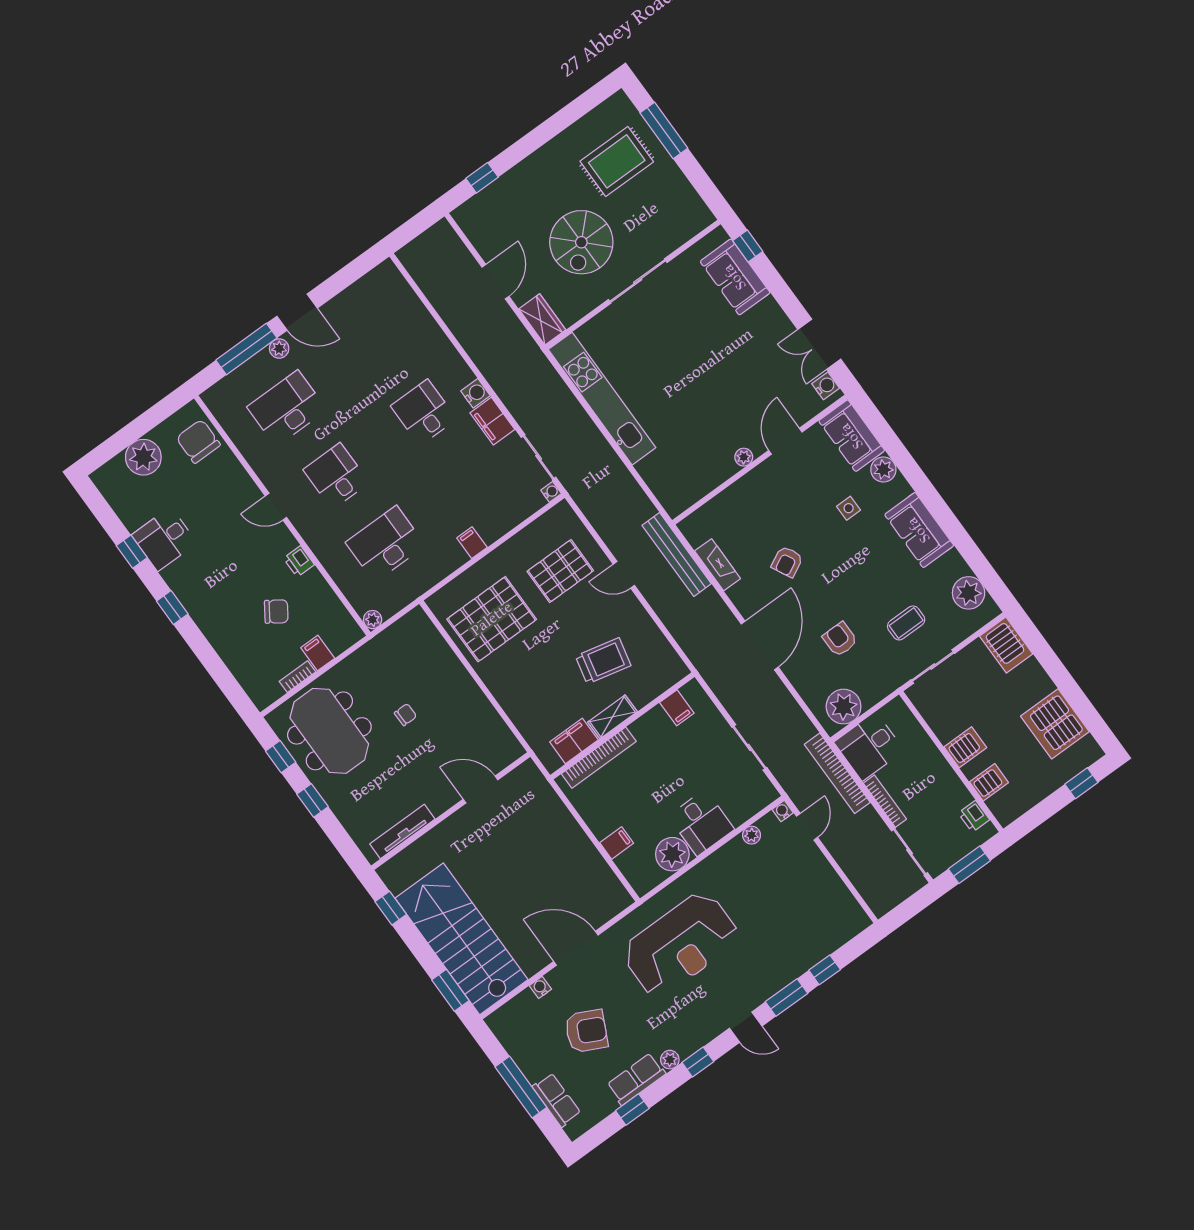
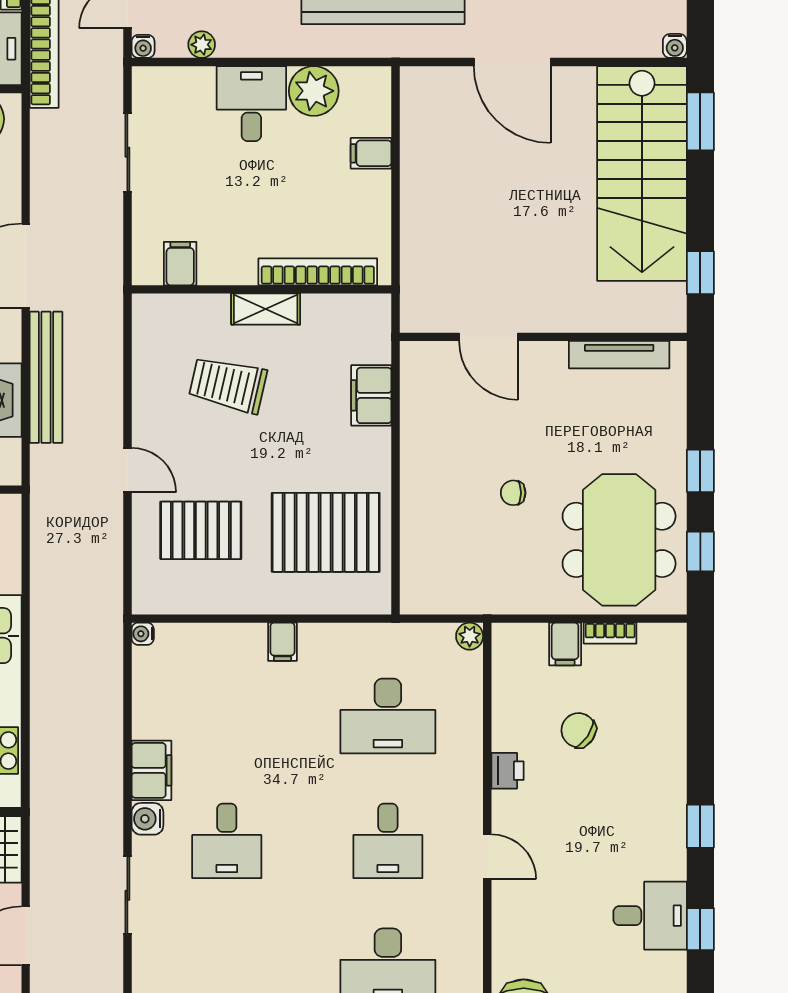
sliding door: (539, 457) -> (127, 895), moved
bench: (677, 554) -> (46, 377), moved
filing cabinet: (574, 741) -> (371, 395), moved, turned 90
water cooler: (540, 987) -> (675, 46), moved

